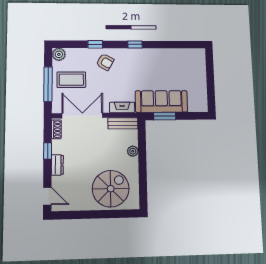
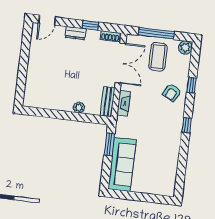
sofa: (161, 101) -> (122, 164), moved
spiral stairs: (111, 189) -> (46, 81), removed

